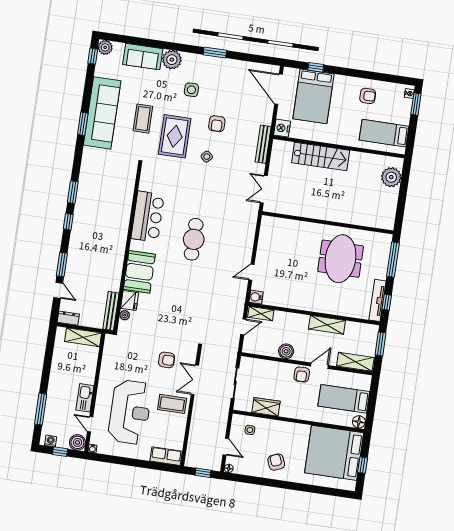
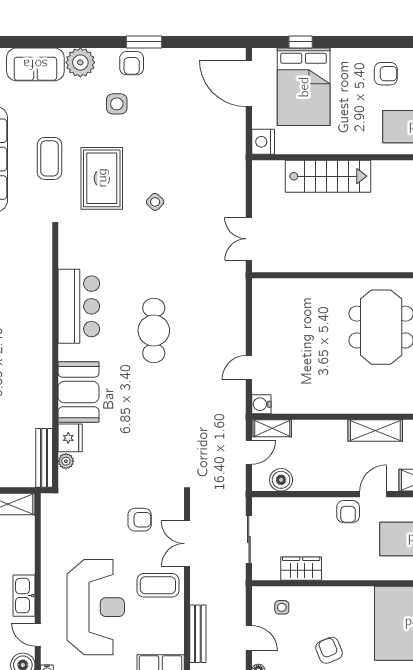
armchair: (217, 124) -> (132, 63), moved
bench: (263, 144) -> (198, 634), moved
boiler: (286, 351) -> (281, 480), moved

